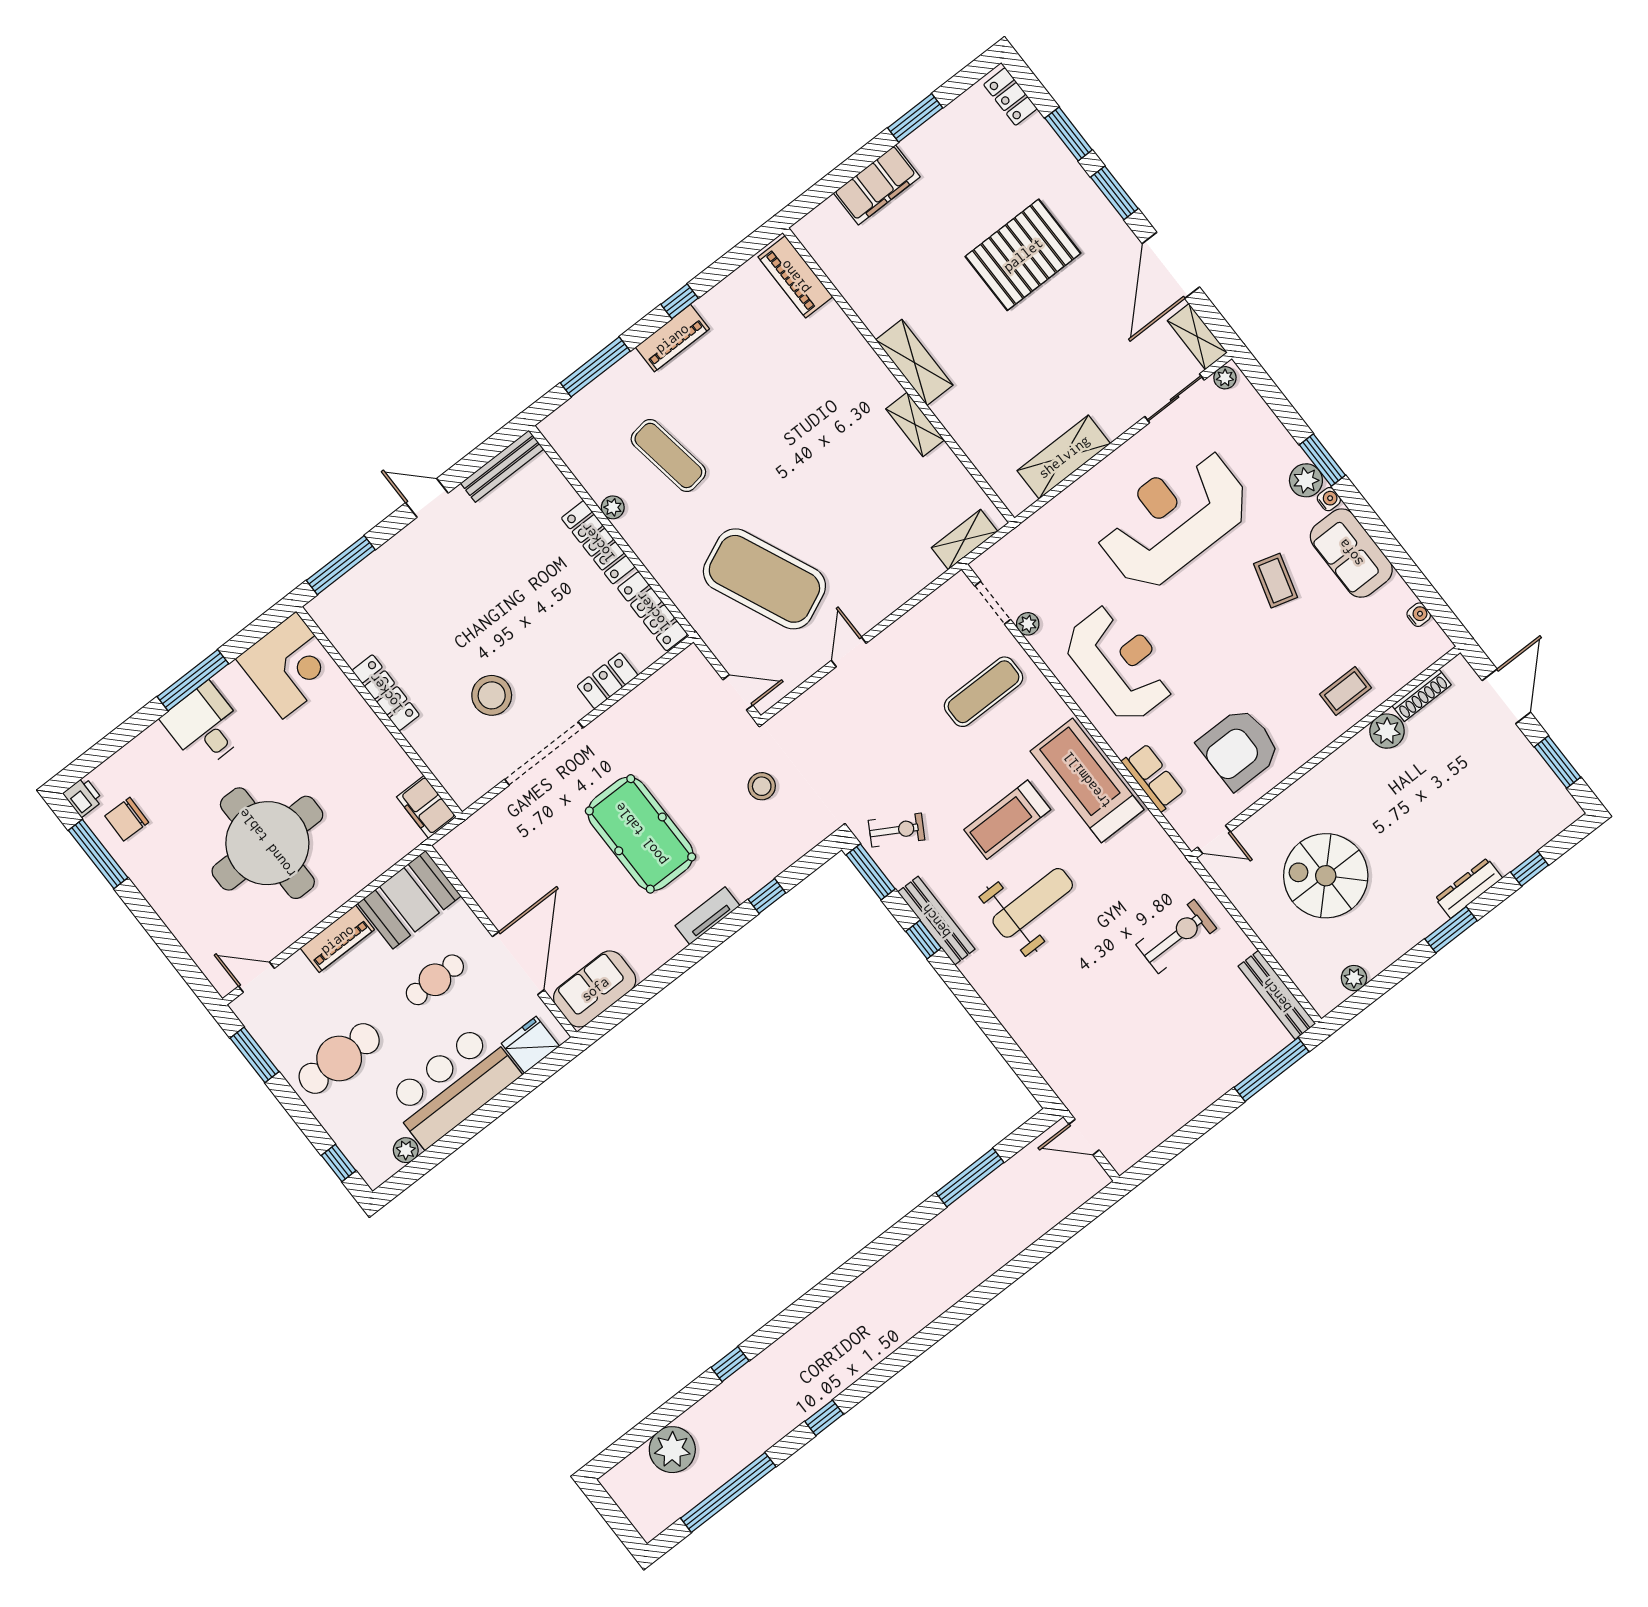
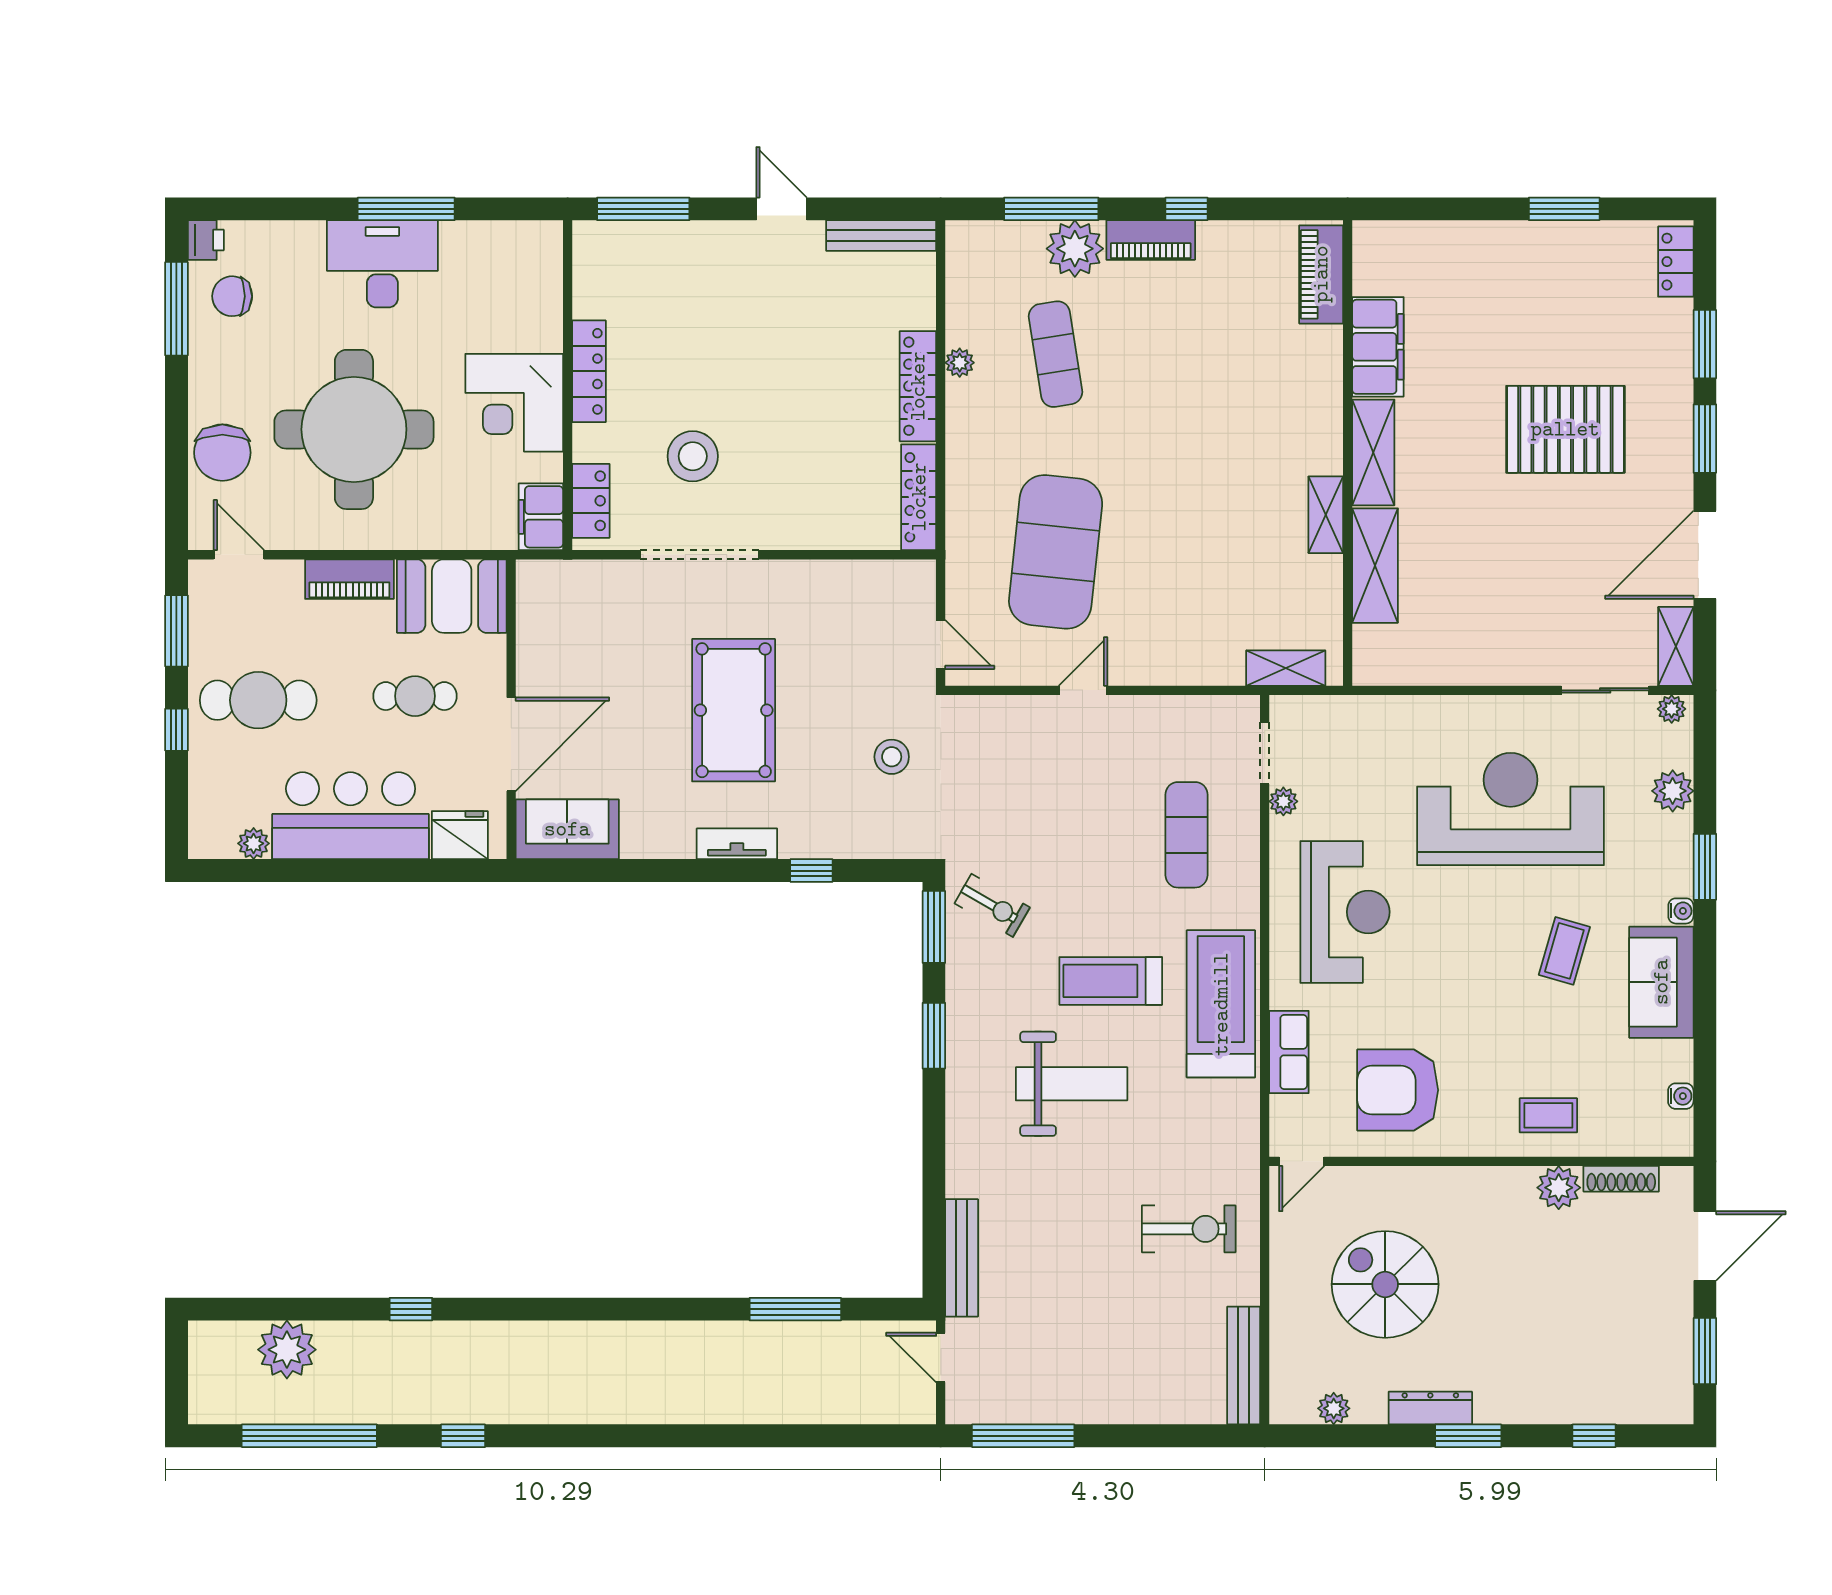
filing cabinet: (877, 185) -> (1378, 347), moved, turned -90
plant: (629, 380) -> (1075, 249), added
shelving: (1064, 457) -> (1375, 566), moved, turned 90
plant: (1306, 480) -> (1673, 791), moved
exercise mat: (764, 579) -> (1056, 552), turned 30
corner desk: (289, 665) -> (514, 403), moved, turned 90
locker: (607, 681) -> (591, 501), moved, turned 90
exercise mat: (984, 692) -> (1186, 835), turned 90
desk: (205, 726) -> (382, 264), width x1.37
door: (1214, 839) -> (1302, 1161), hinge flipped
dresser: (1469, 888) -> (1430, 1408), moved
chair: (197, 921) -> (222, 453), added
bench: (936, 921) -> (962, 1258), moved
window: (923, 940) -> (934, 1036), width x1.50
window: (1272, 1069) -> (1023, 1436), moved
window: (339, 1163) -> (176, 730), moved

